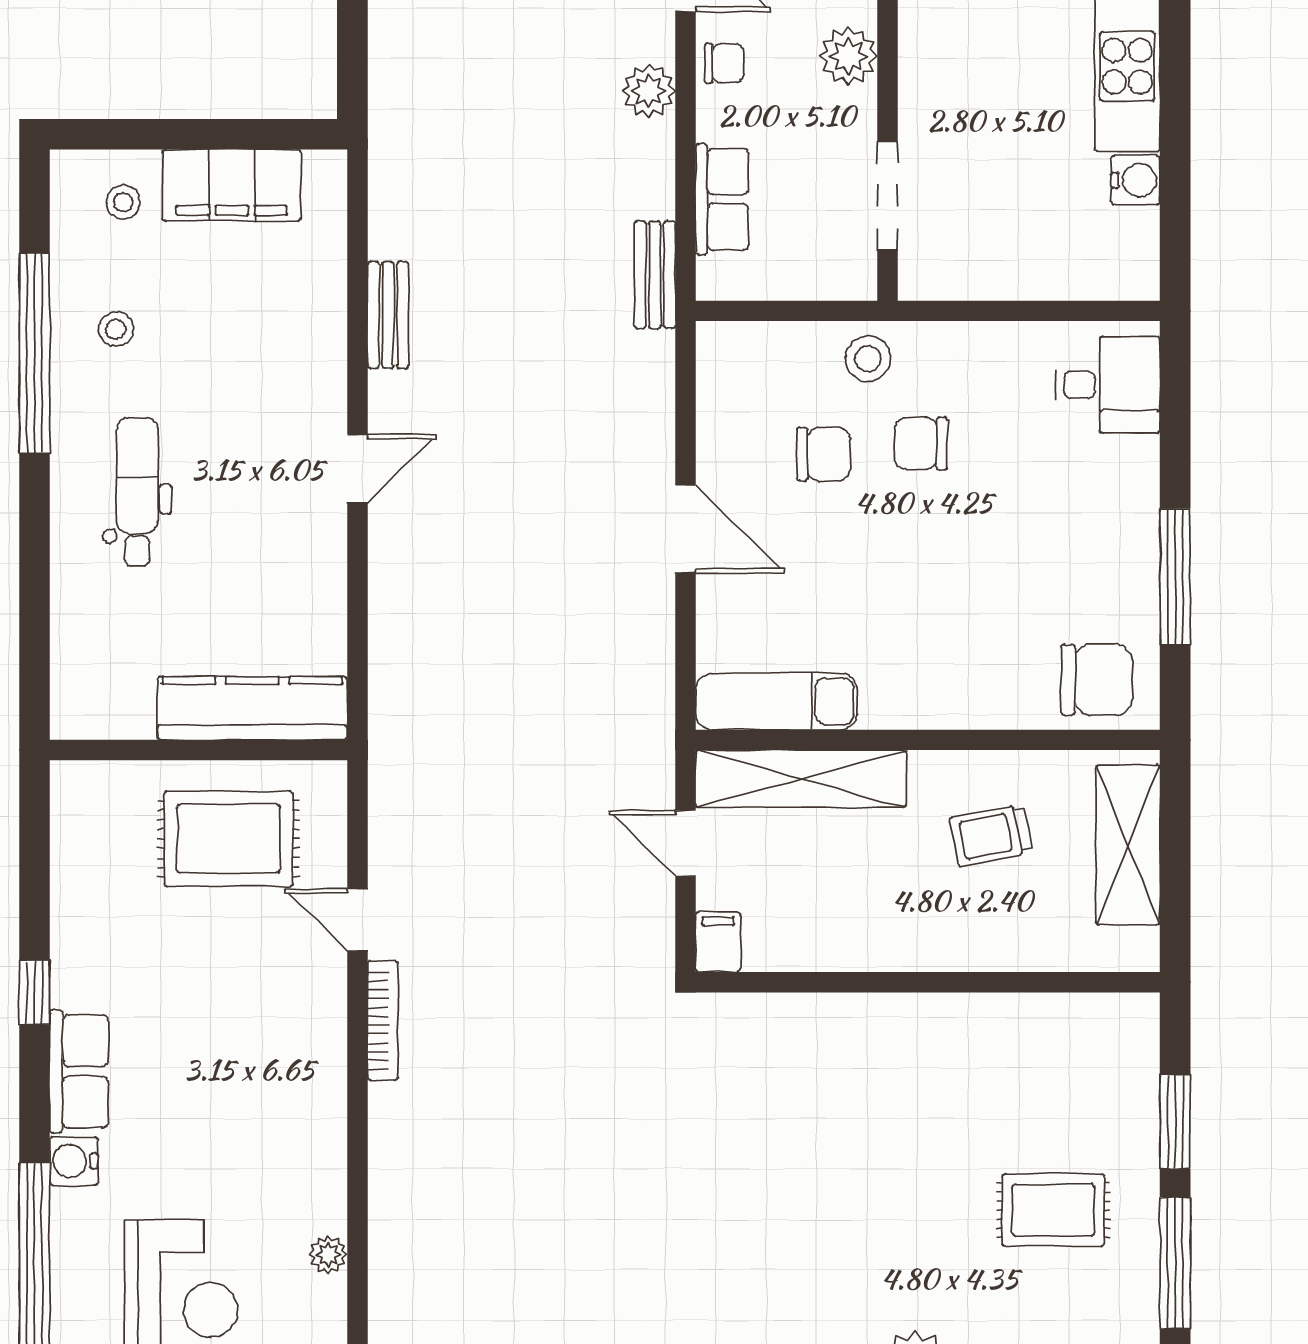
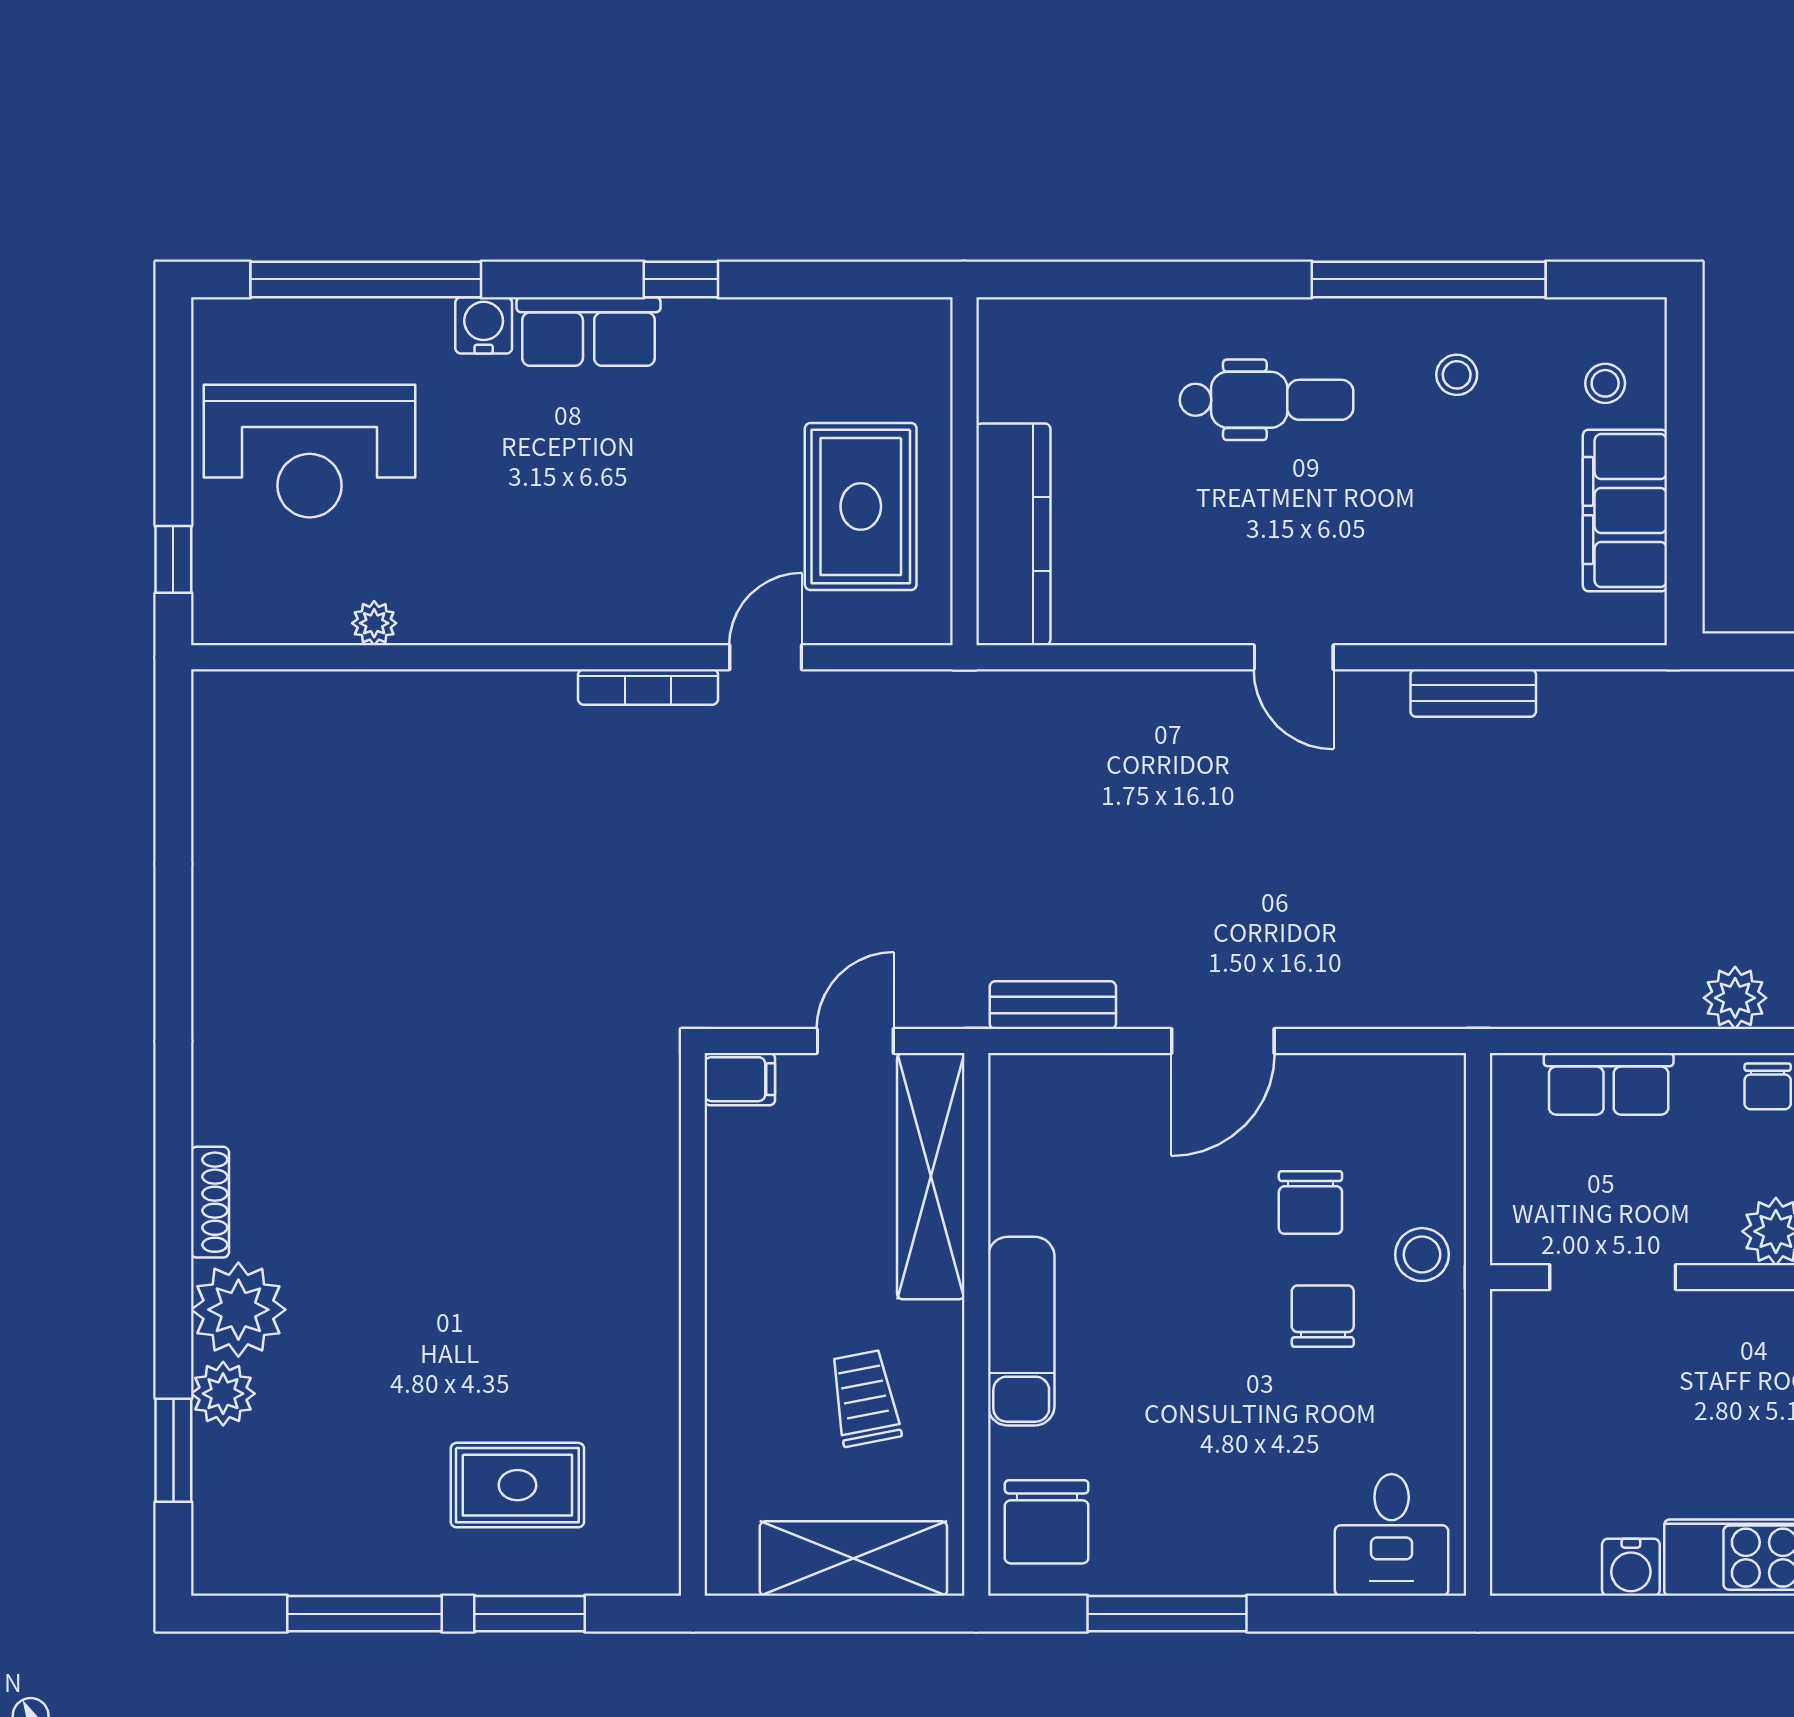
bench: (655, 275) -> (1053, 1005), moved
exam couch: (776, 701) -> (1021, 1331), moved
rug: (1053, 1210) -> (517, 1485), moved, turned 90

